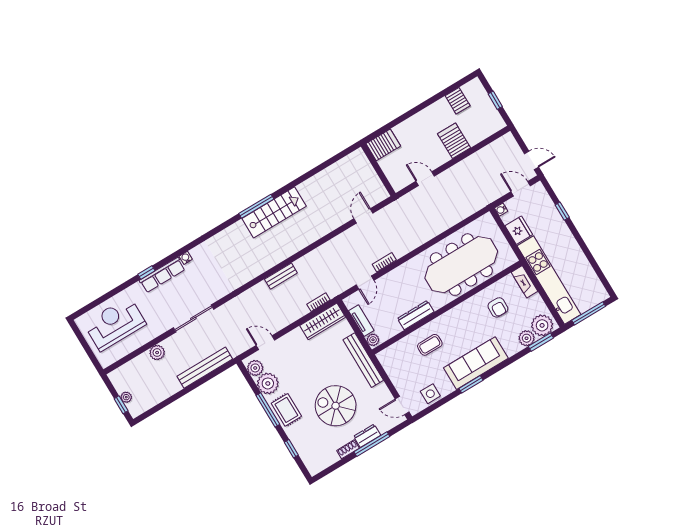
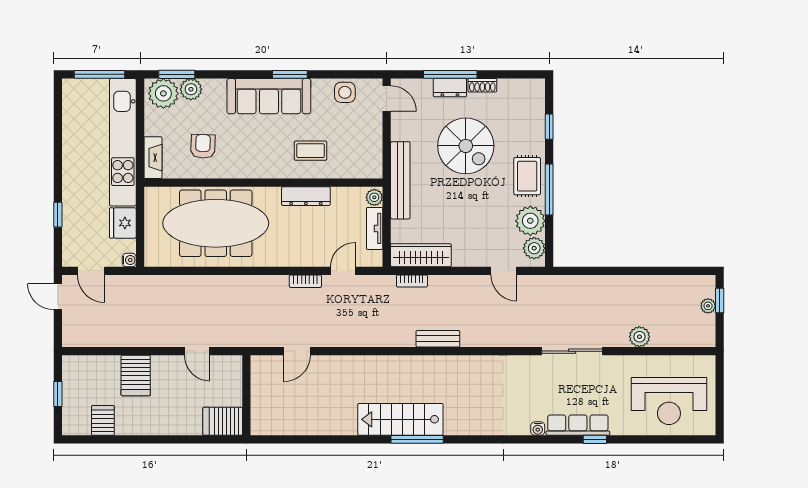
bench: (205, 368) -> (594, 285), removed

